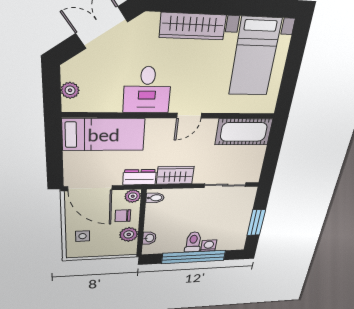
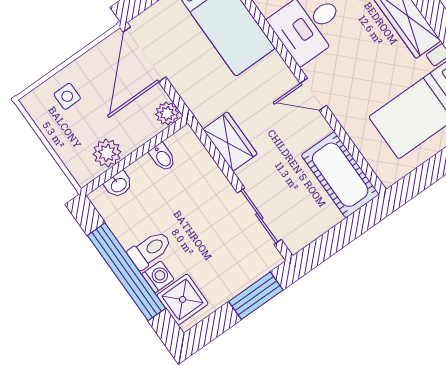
dresser: (139, 177) -> (198, 101), removed
bidet: (155, 198) -> (162, 157), moved
chair: (123, 216) -> (131, 123), removed
window: (256, 223) -> (256, 296), moved
shower: (229, 241) -> (183, 299), added

